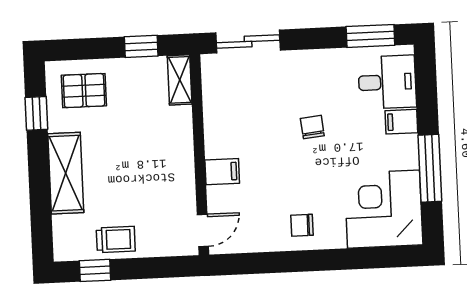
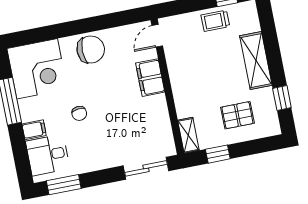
pallet: (84, 91) -> (237, 115), moved
chair: (312, 127) -> (79, 113), moved
filing cabinet: (222, 172) -> (150, 78), width x2.00
chair: (302, 225) -> (91, 50), width x1.87, depth x1.87

